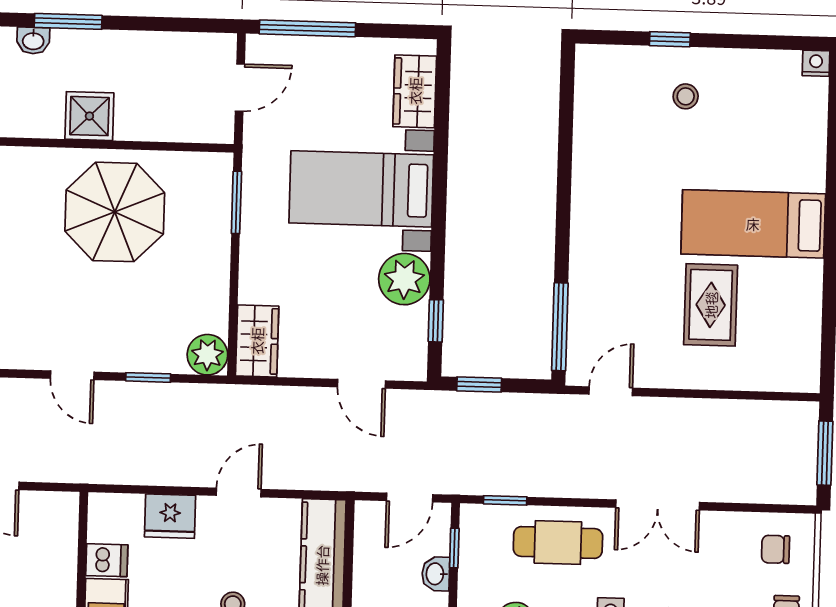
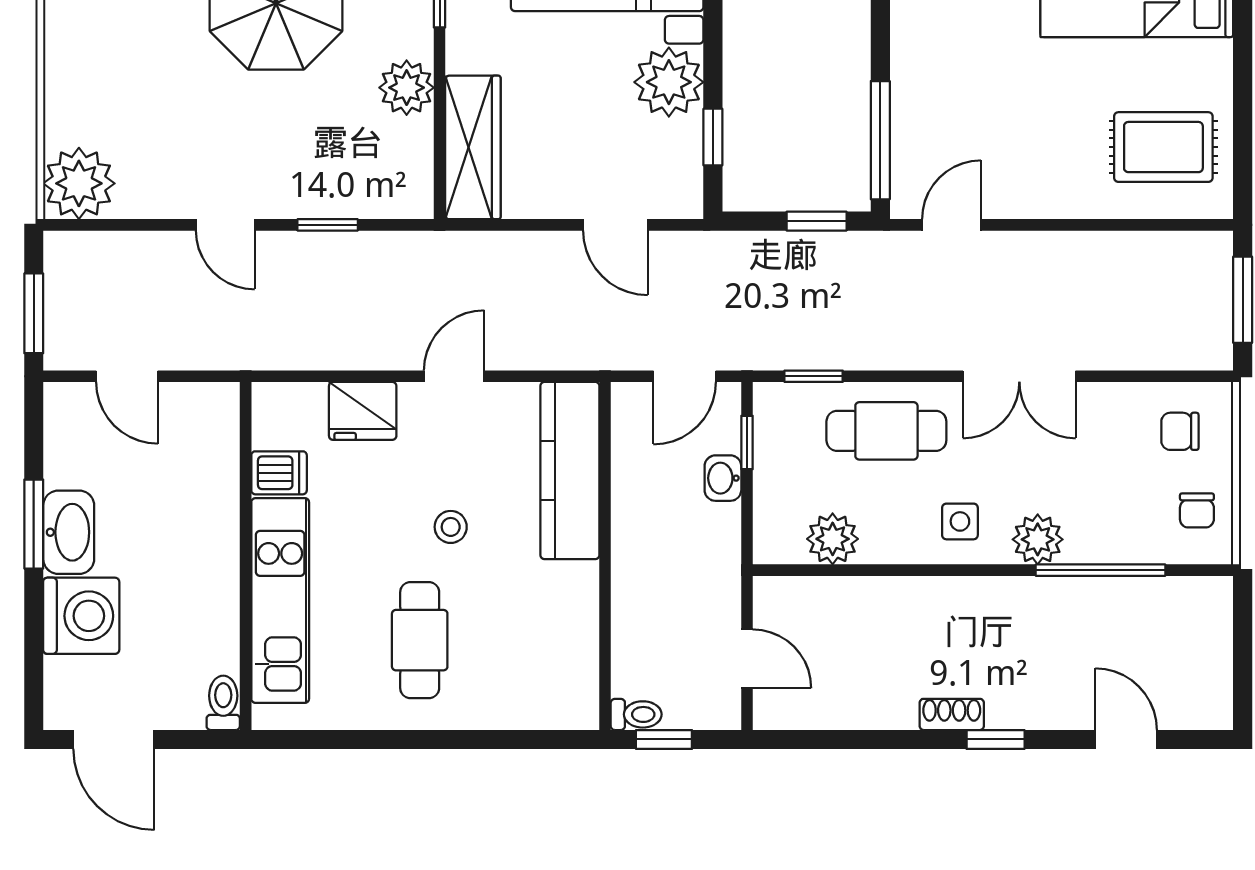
rug: (711, 305) -> (1163, 147), moved, turned 90
wardrobe: (257, 341) -> (473, 147), width x1.50
plant: (207, 355) -> (407, 88), moved
window: (479, 384) -> (817, 221), moved

